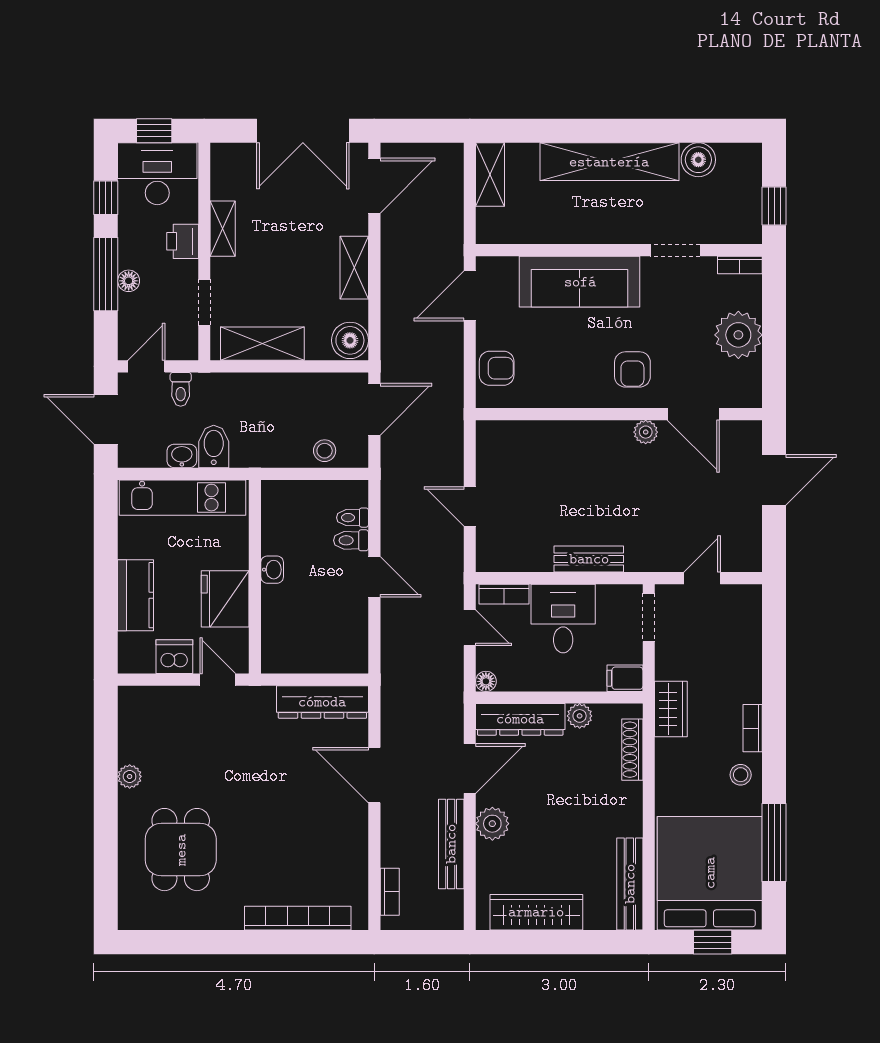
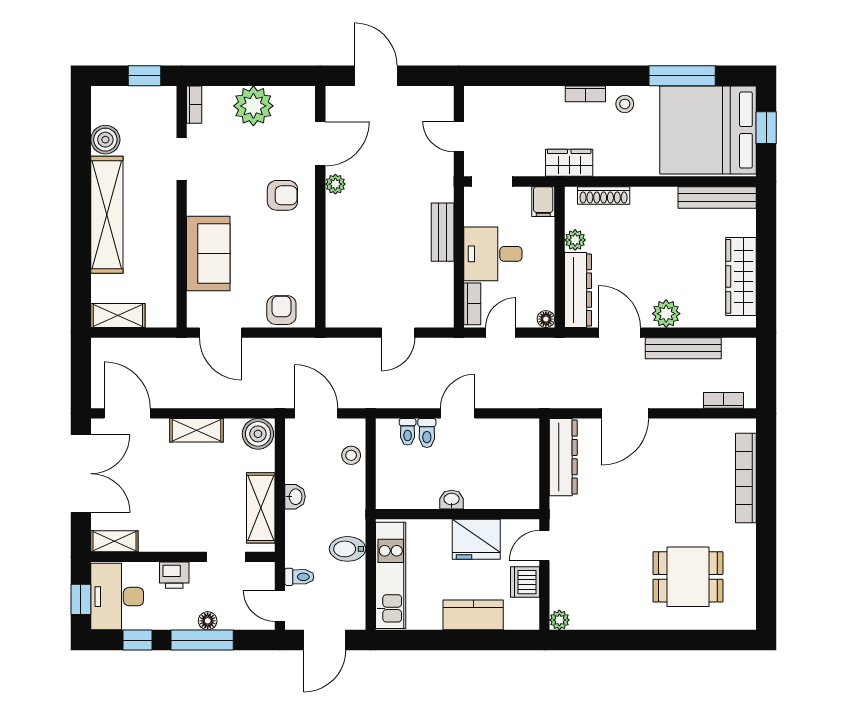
shelving: (223, 229) -> (114, 541), moved
sofa: (580, 282) -> (208, 253), width x0.73
washbasin: (182, 456) -> (295, 497), moved, turned 180
plant: (130, 776) -> (559, 620), moved

